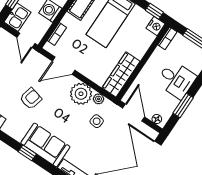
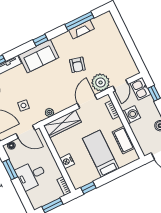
nightstand: (156, 26) -> (67, 161), moved
door: (26, 40) -> (120, 85), swing flipped
wardrobe: (121, 74) -> (62, 124), moved, turned 90
plant: (81, 94) -> (101, 82), moved
side table: (97, 121) -> (23, 105), moved

